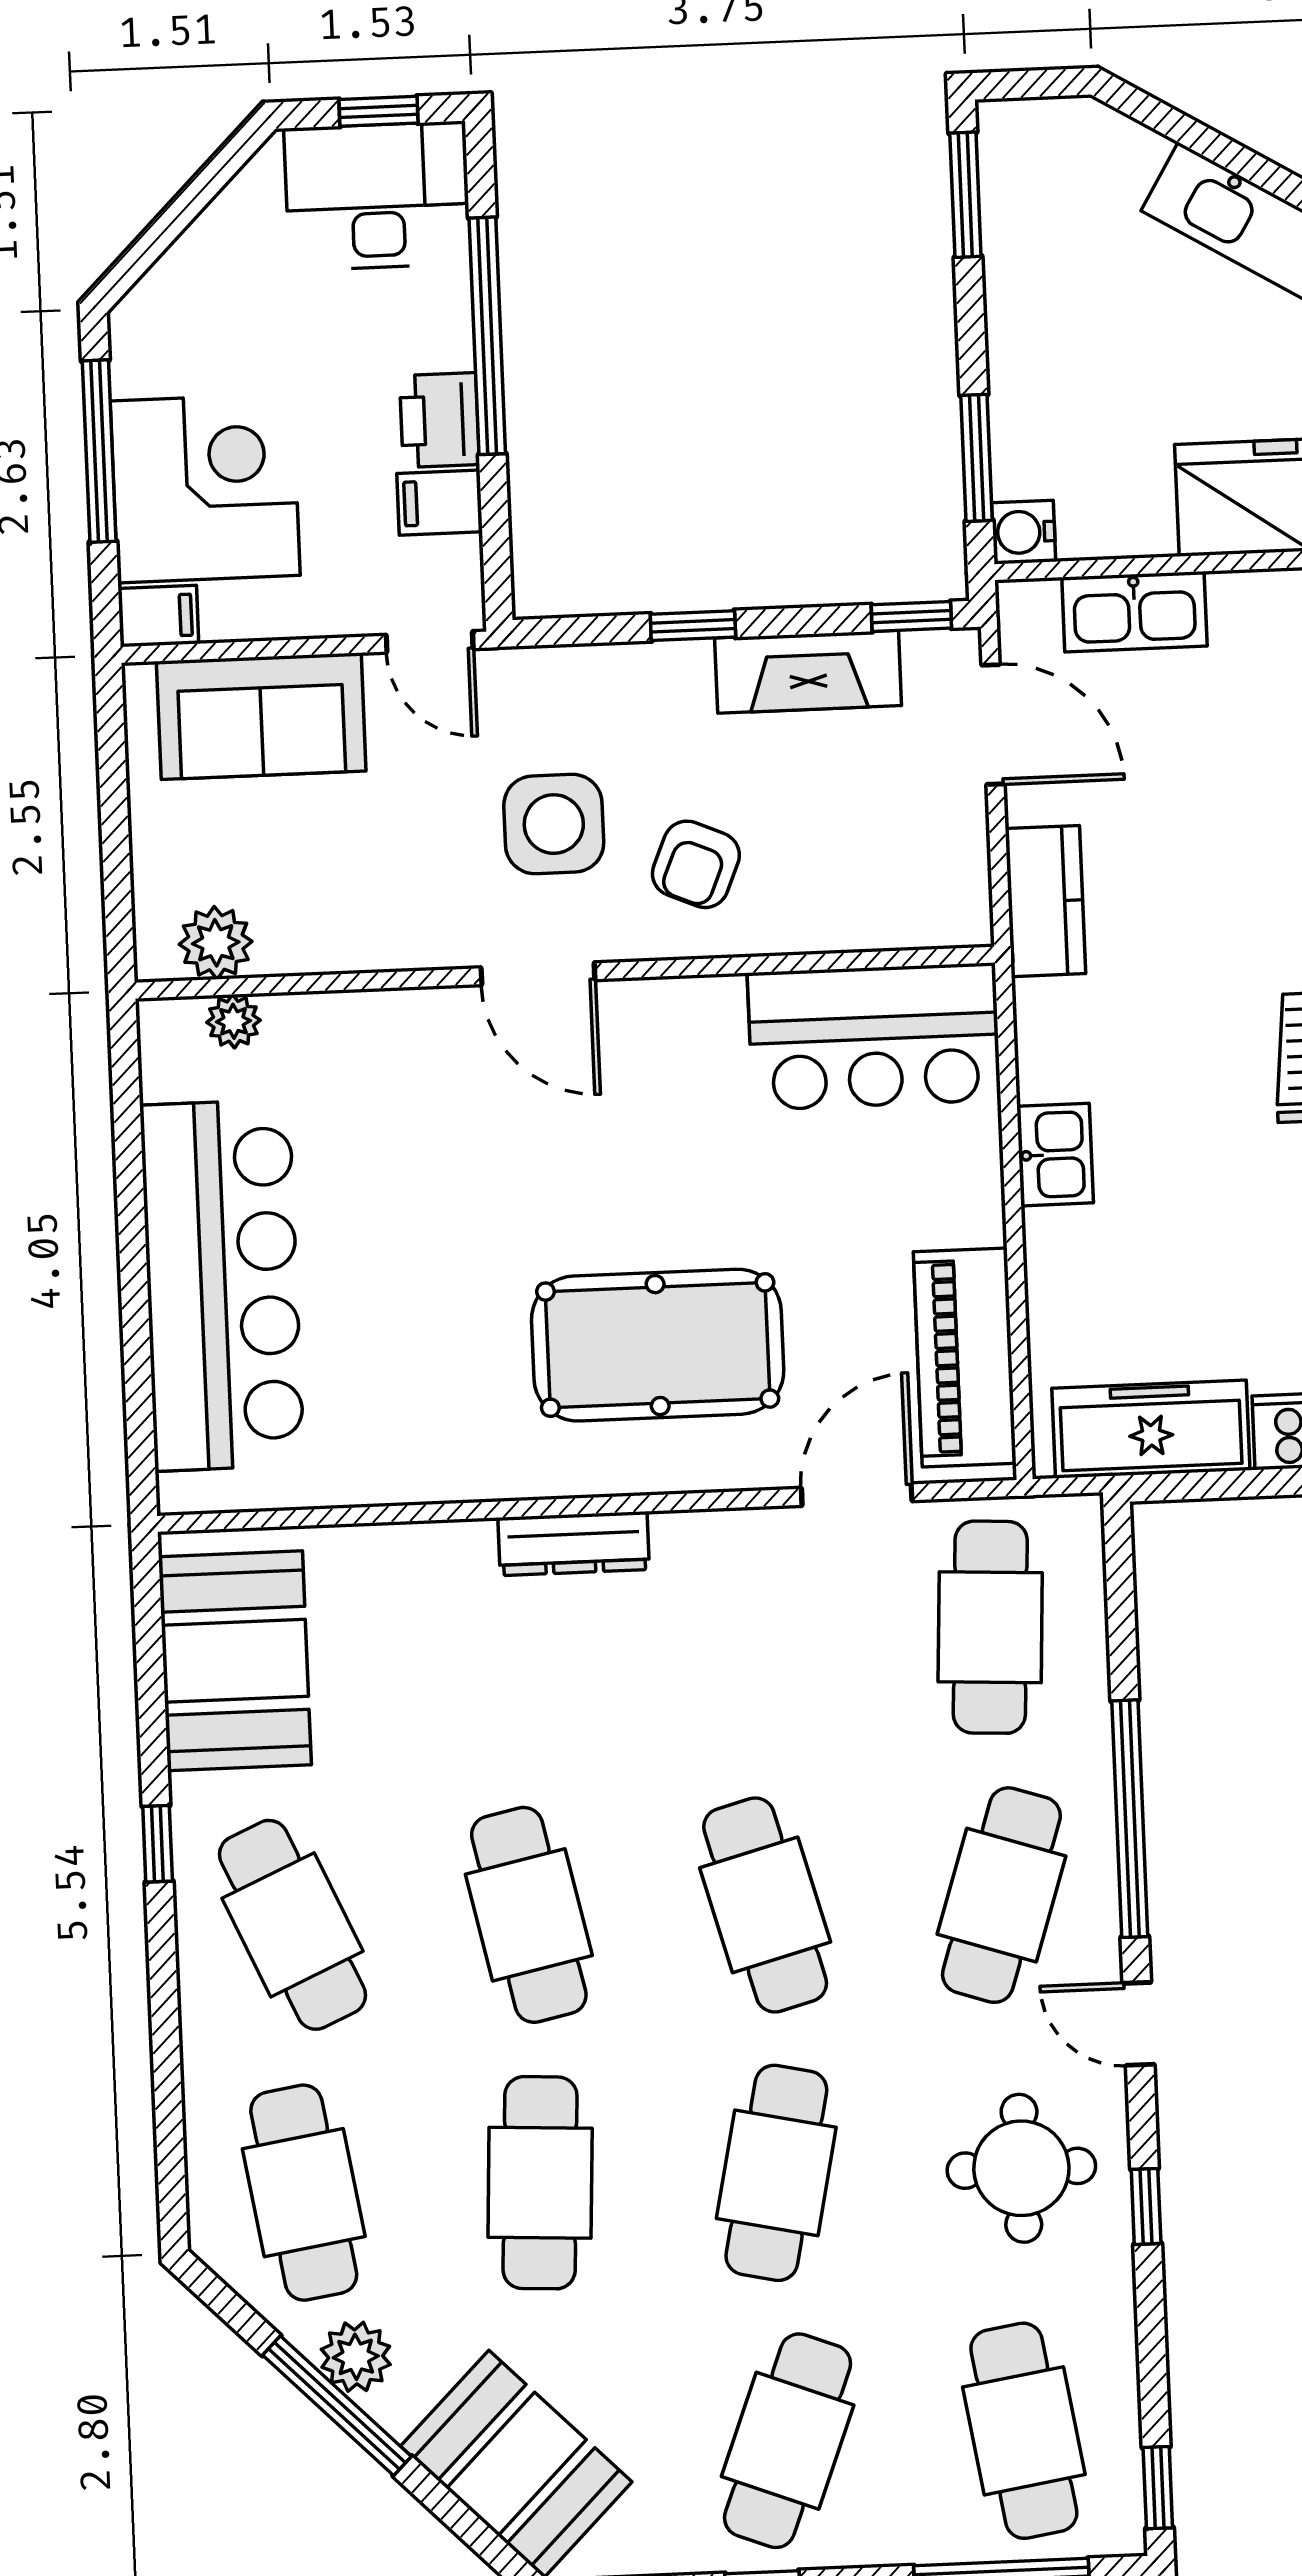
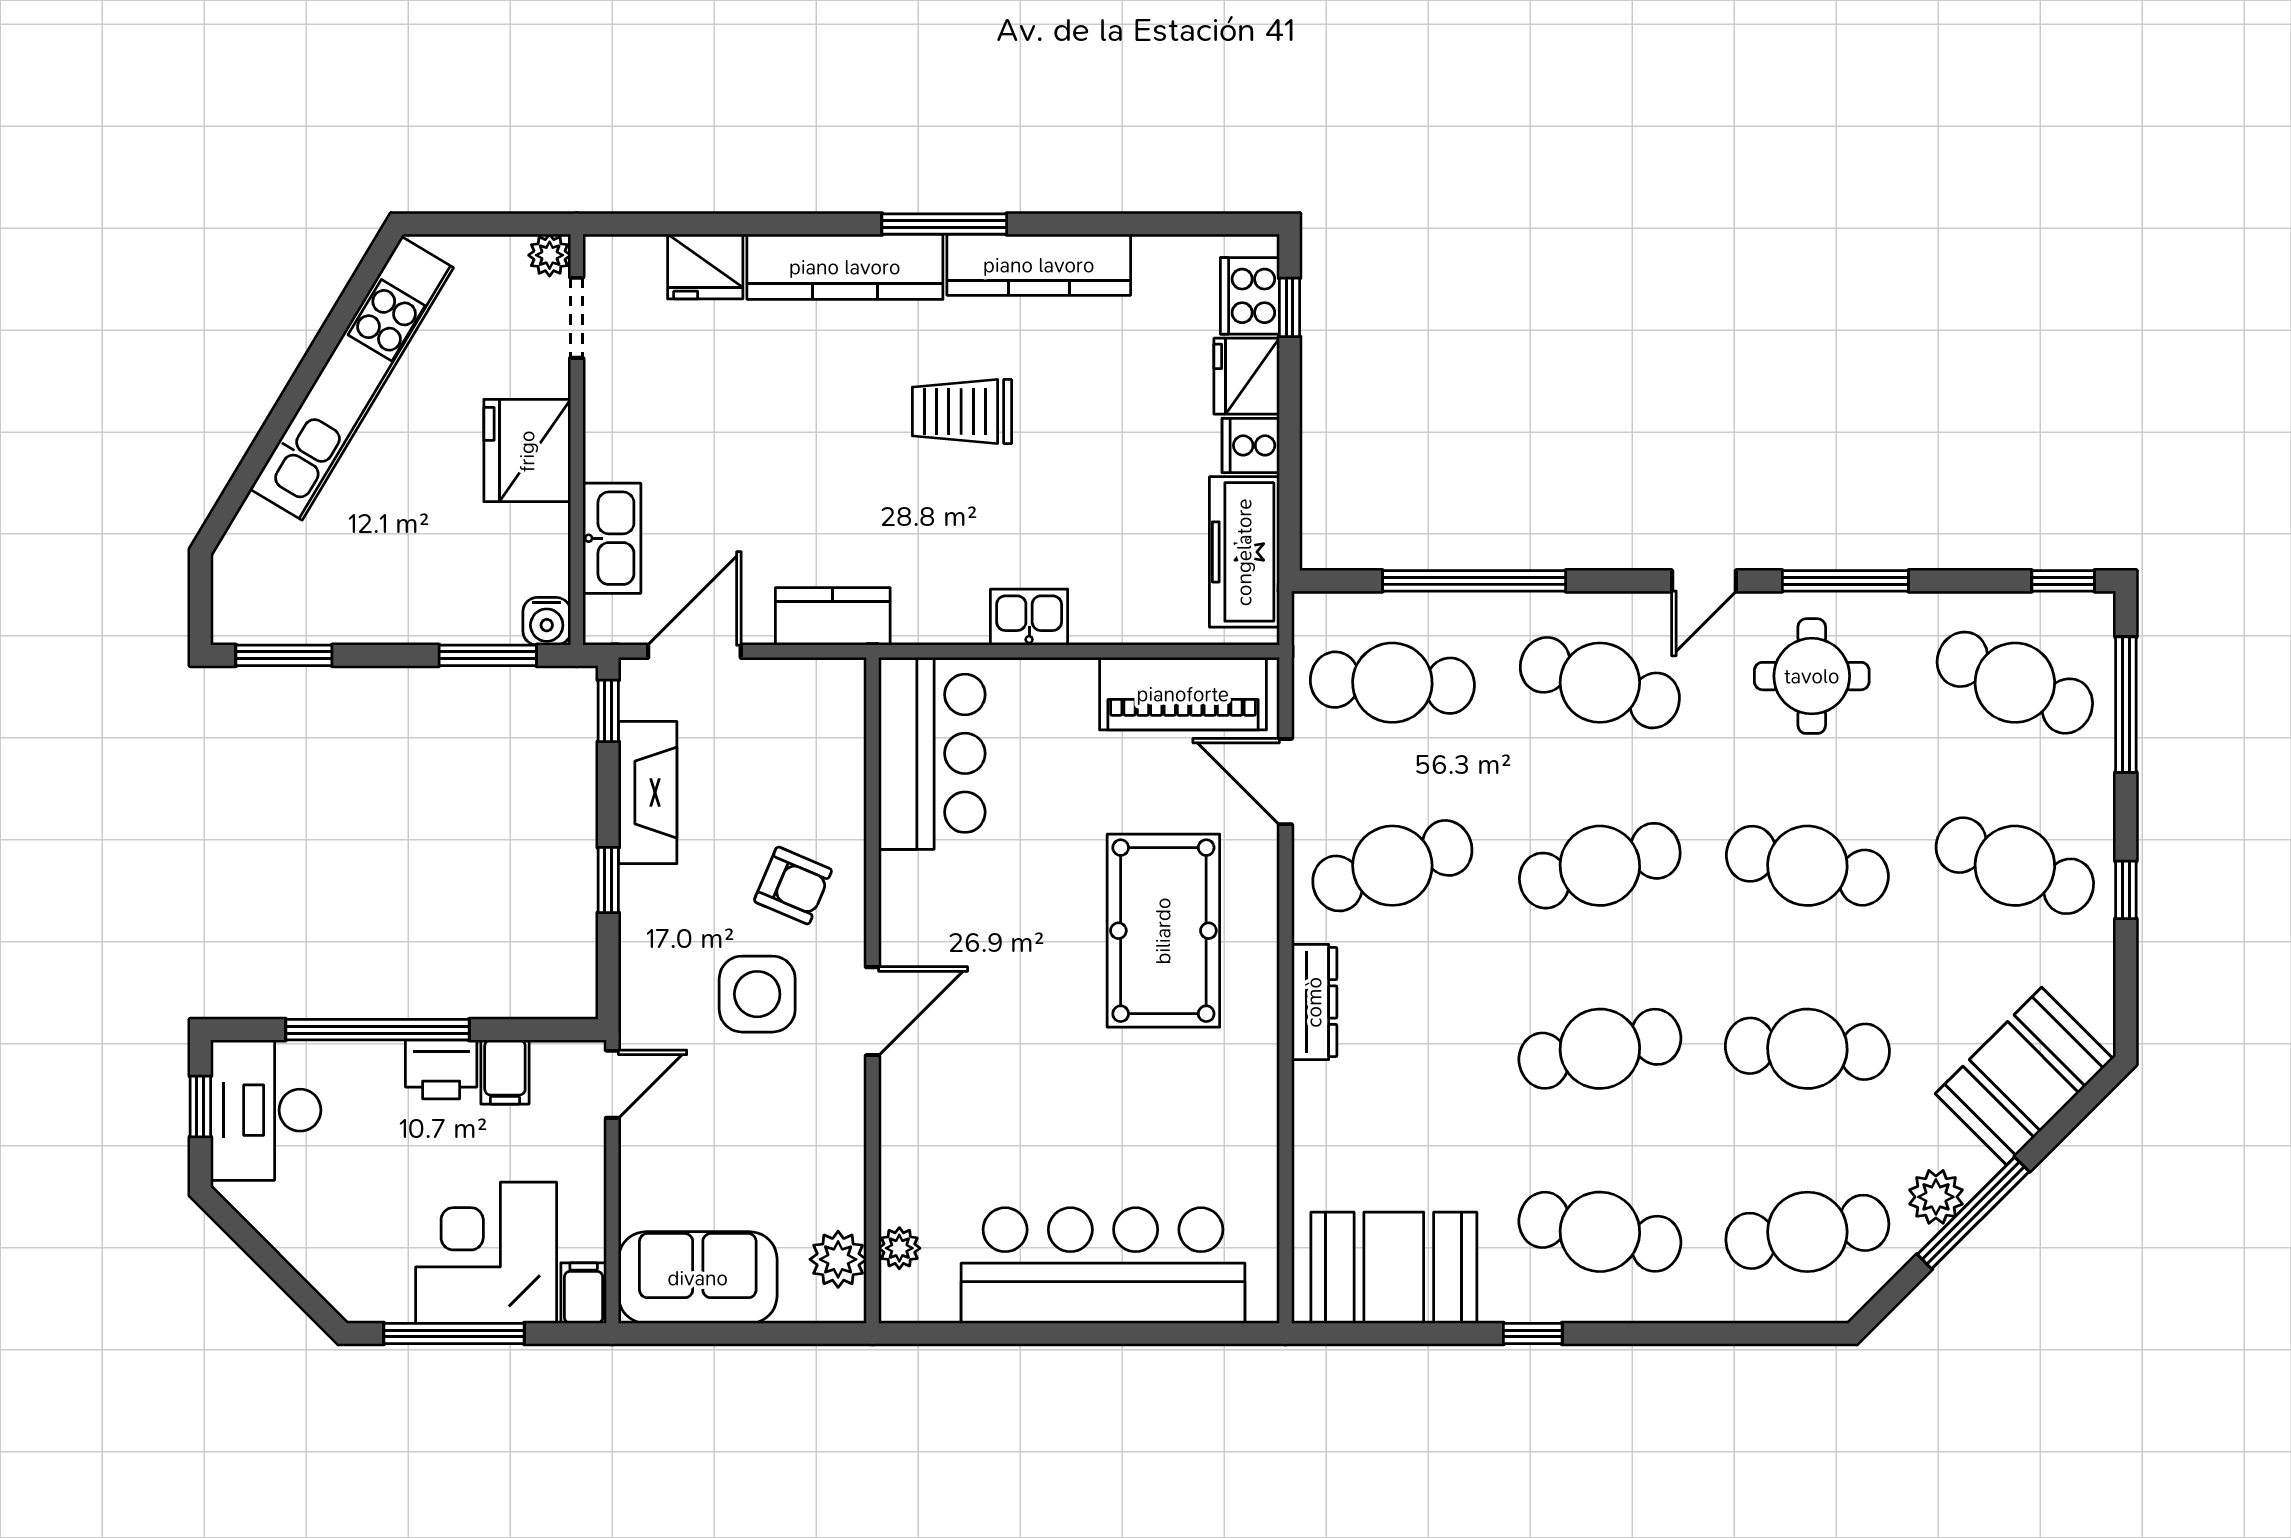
sofa: (261, 716) -> (698, 1278), moved, turned -90
cafe table: (754, 1637) -> (1392, 866), added
window: (1130, 1819) -> (1474, 581), moved
cafe table: (293, 1925) -> (1600, 1232), turned 36
window: (1146, 2206) -> (1845, 581), width x2.17
cafe table: (1024, 2431) -> (2015, 683), turned 33

